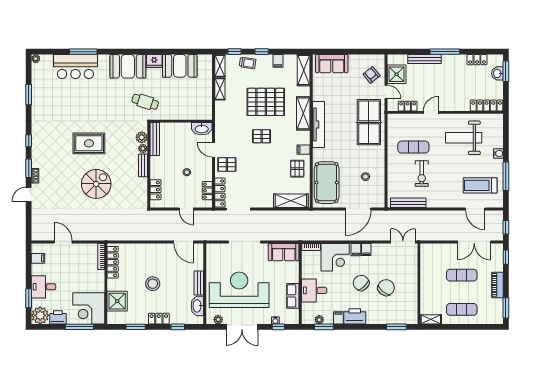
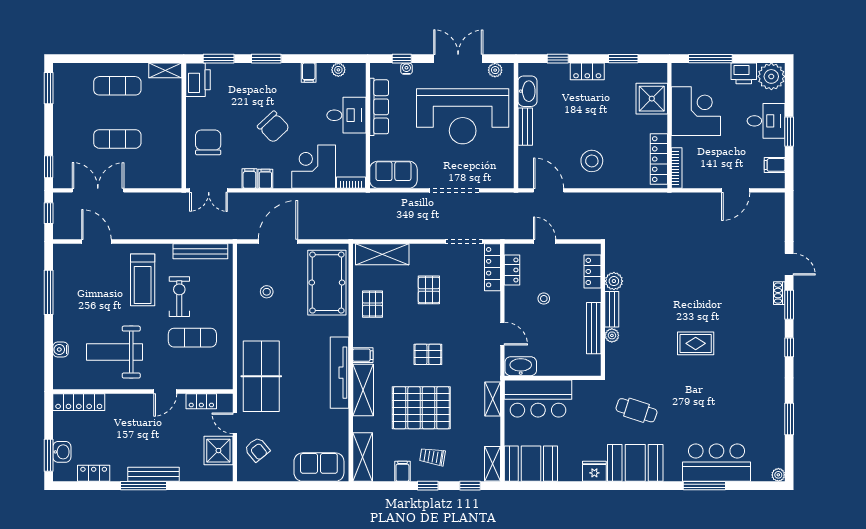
bench: (424, 59) -> (153, 474), moved
trolley: (248, 63) -> (432, 457), moved
booth: (180, 66) -> (531, 464), moved
shelving: (220, 89) -> (493, 399), moved
cafe table: (145, 102) -> (636, 410), moved
bar counter: (191, 108) -> (538, 399), added
plant: (142, 137) -> (614, 281), moved
weight bench: (464, 138) -> (114, 352), turned 180
bench: (155, 139) -> (594, 328), moved
rug: (89, 143) -> (696, 343), width x0.73, depth x0.70
filing cabinet: (303, 150) -> (363, 355), moved
water cooler: (498, 153) -> (60, 350), moved
pallet: (227, 165) -> (429, 290), moved, turned 90
spiral stairs: (96, 184) -> (684, 280), removed
treadmill: (480, 185) -> (143, 280), moved, turned 90
door: (29, 194) -> (789, 264), hinge flipped
door: (63, 242) -> (736, 190), hinge flipped
filing cabinet: (356, 250) -> (249, 179), moved
stool: (153, 284) -> (592, 161), moved
piano: (498, 285) -> (62, 124), removed
chair: (386, 288) -> (208, 142), moved, turned 141
row of seats: (293, 296) -> (379, 107), width x1.48
window: (29, 298) -> (789, 132), moved
corner desk: (89, 308) -> (696, 111), moved
printer: (355, 316) -> (198, 80), moved, turned -90
window: (324, 327) -> (266, 59), moved

